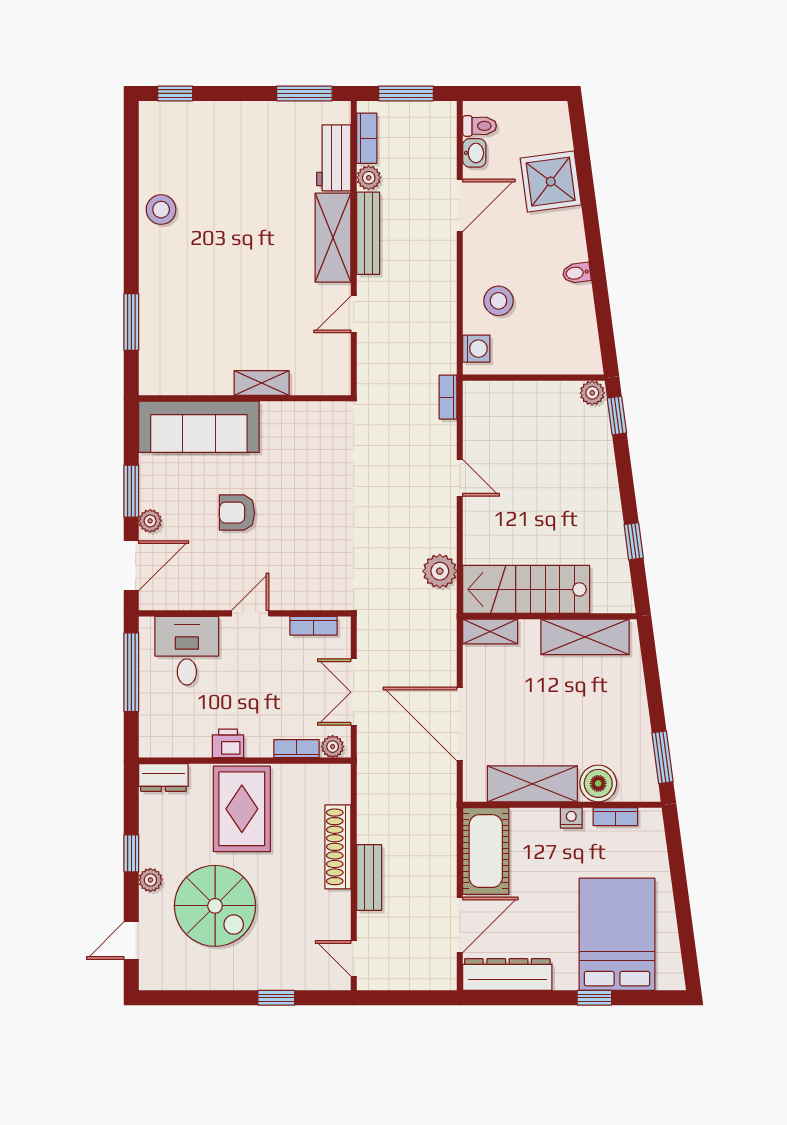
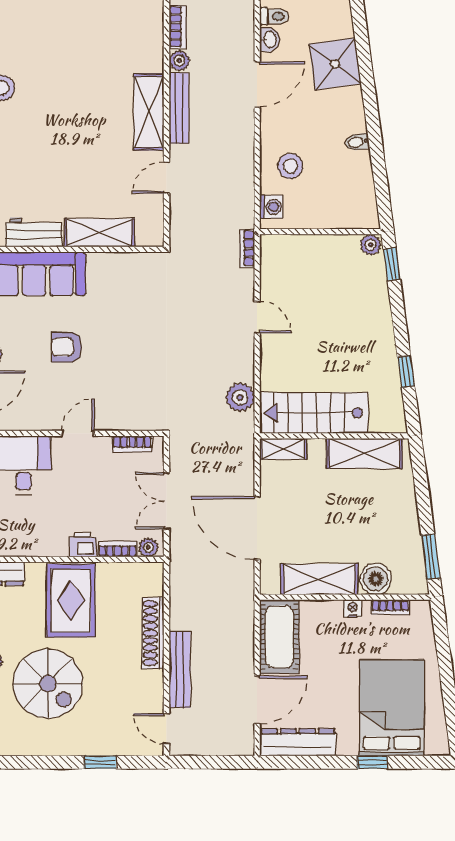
workbench: (334, 158) -> (34, 232), moved, turned 90
shelving: (262, 383) -> (99, 233), width x1.50, depth x1.33
printer: (228, 743) -> (83, 545), moved
bench: (369, 878) -> (180, 670), width x1.36

